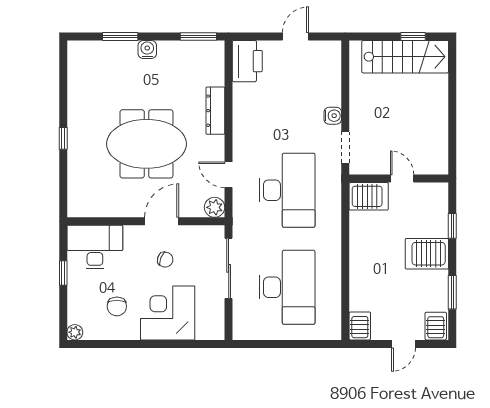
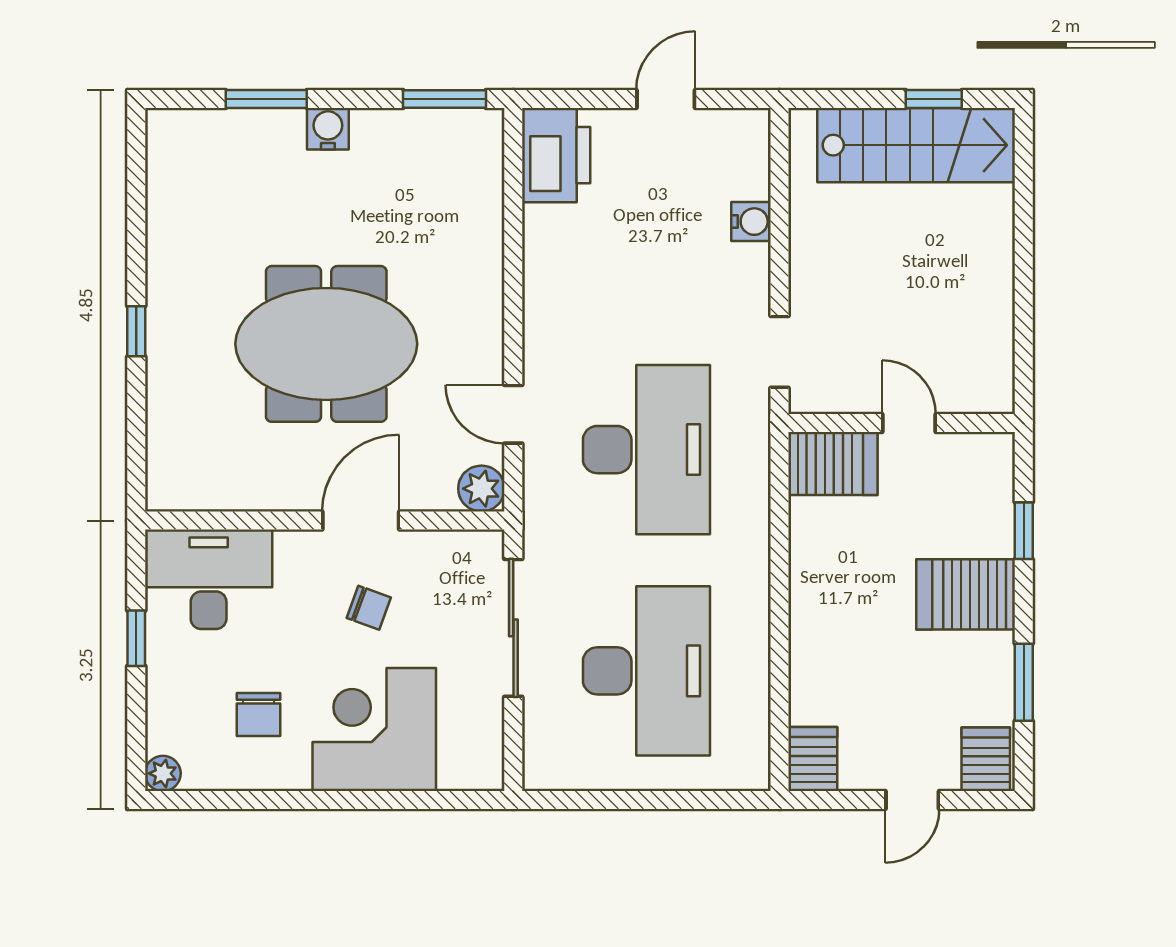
dresser: (215, 111) -> (483, 268), removed
water cooler: (333, 116) -> (751, 222), moved

